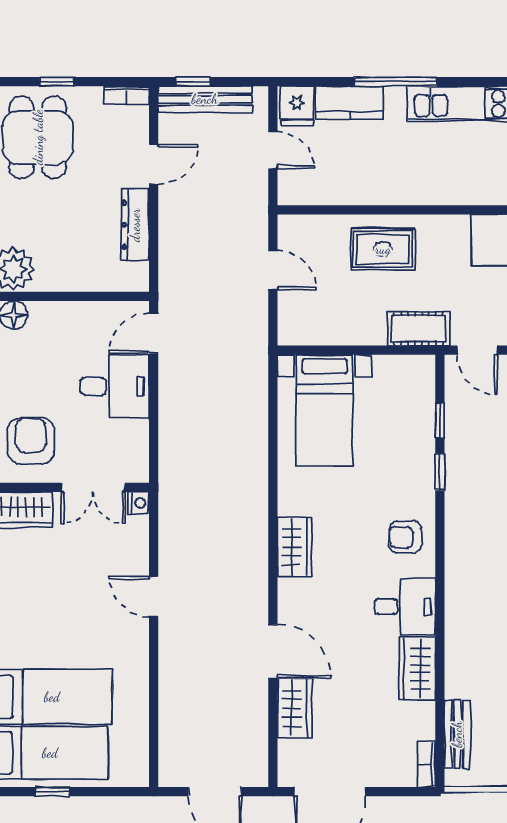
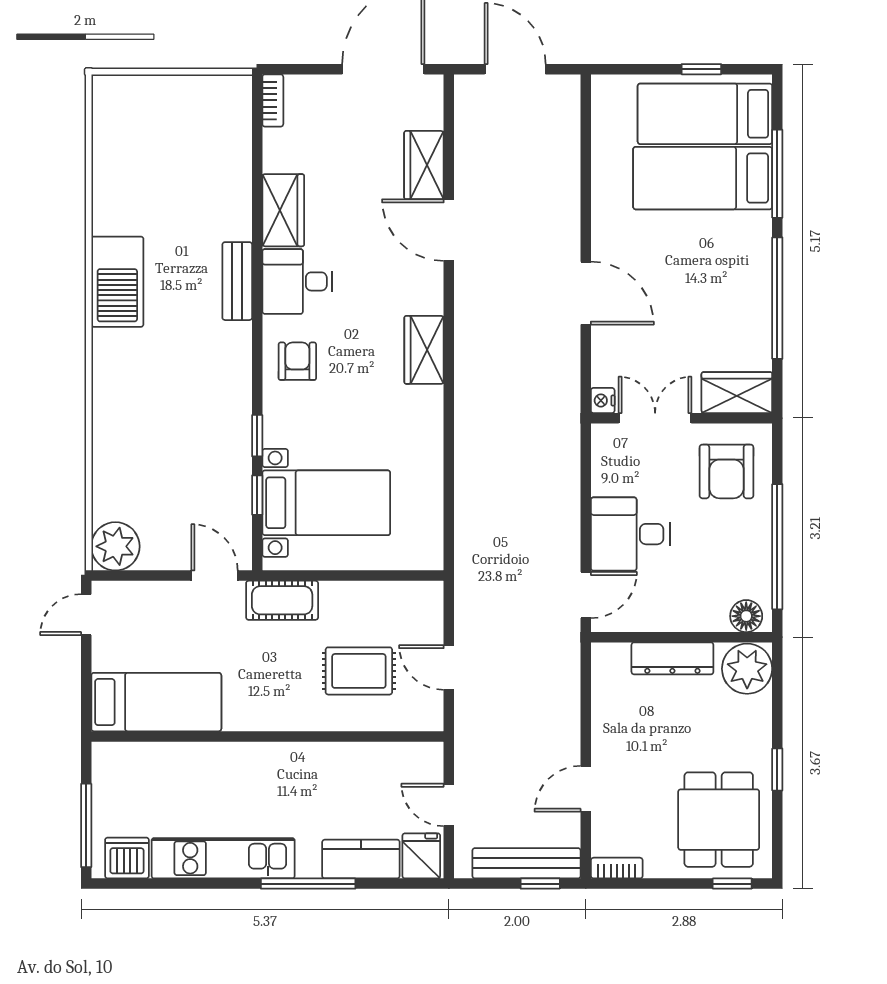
window: (57, 82) -> (732, 884), moved
dresser: (135, 225) -> (672, 658), moved, turned 90
rug: (383, 249) -> (359, 671), moved
bed with nightstands: (324, 410) -> (326, 503), moved, turned 90
armchair: (405, 537) -> (297, 361), turned -90
door: (154, 596) -> (586, 293), width x1.38
bench: (457, 734) -> (237, 281), moved

